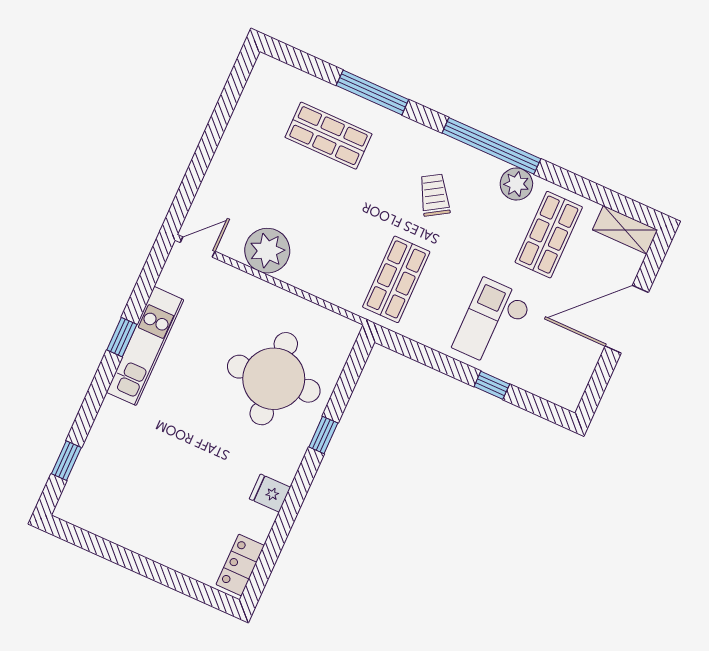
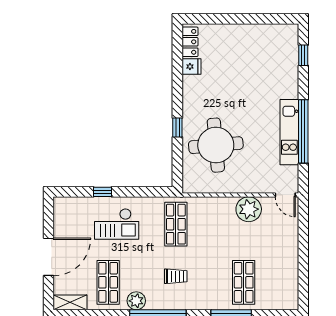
shop shelf: (329, 136) -> (244, 282), turned 90
trolley: (435, 195) -> (176, 276), turned -58
door: (198, 247) -> (285, 195), hinge flipped
checkout: (492, 323) -> (117, 224), turned 90
window: (122, 337) -> (303, 131), width x3.17
fridge: (270, 493) -> (191, 66), moved

